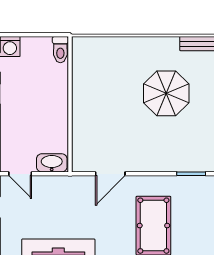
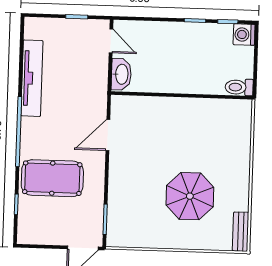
door: (20, 174) -> (111, 41), swing flipped
door: (110, 174) -> (108, 135), hinge flipped

